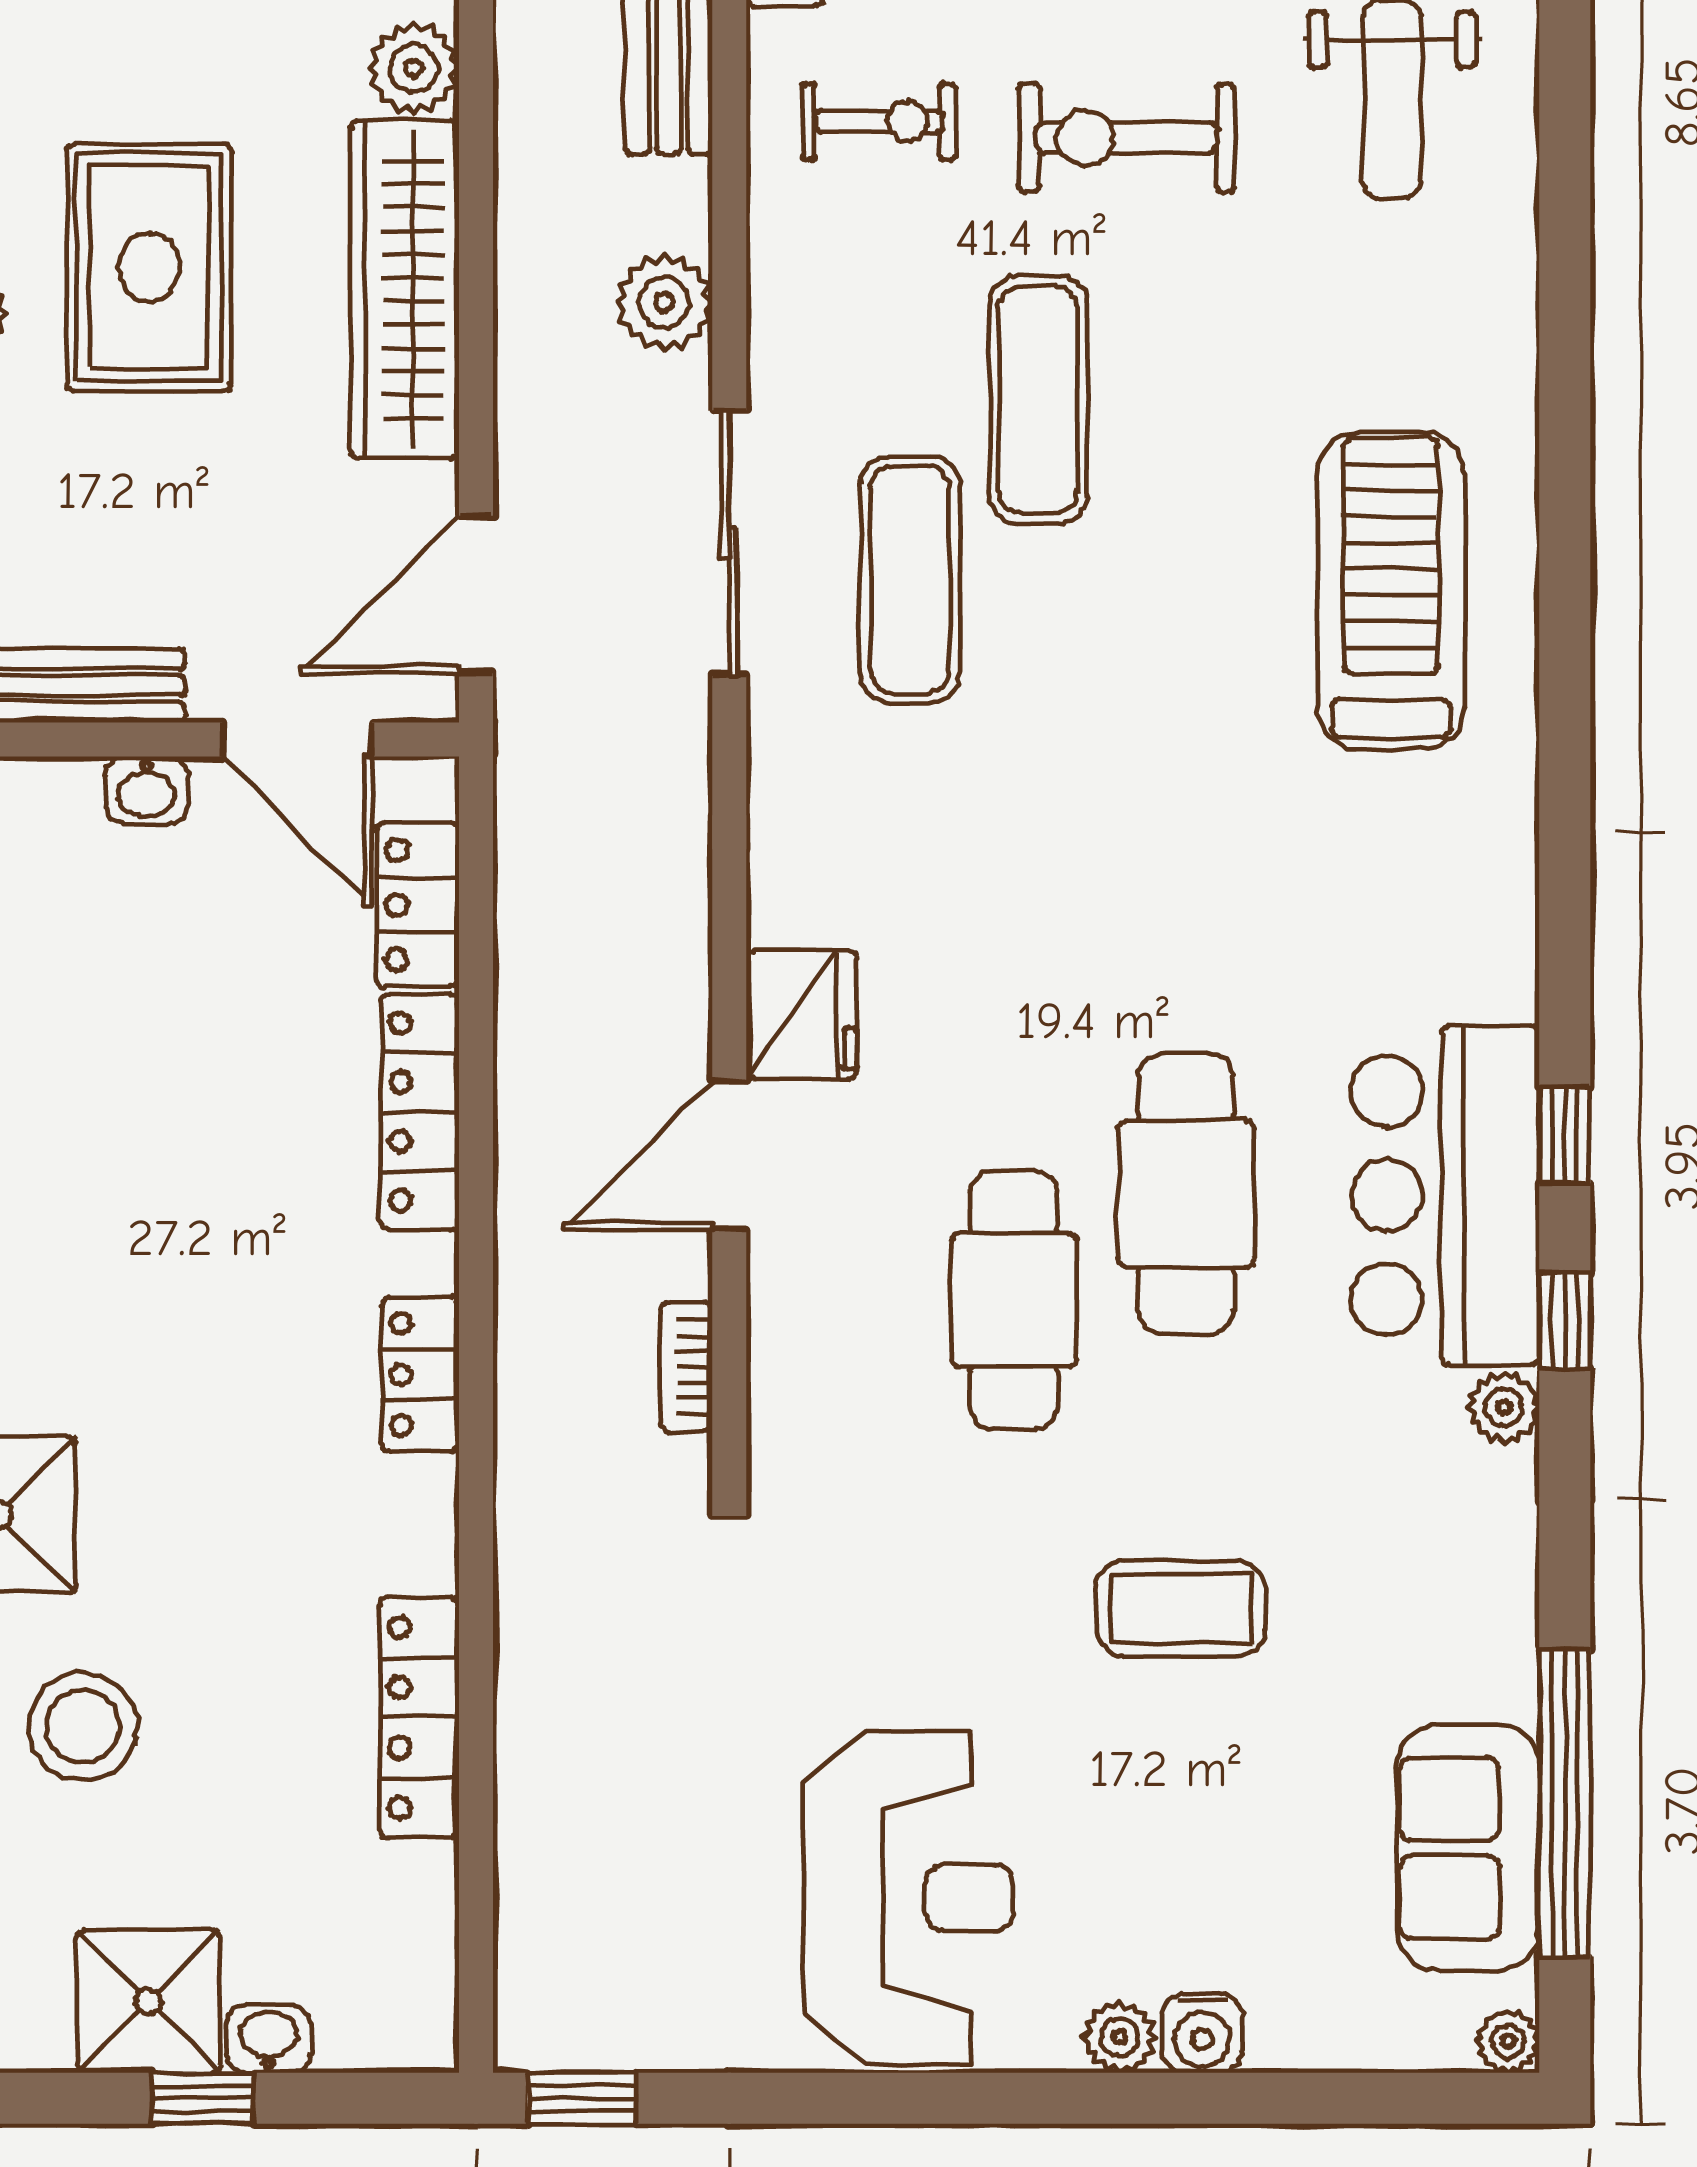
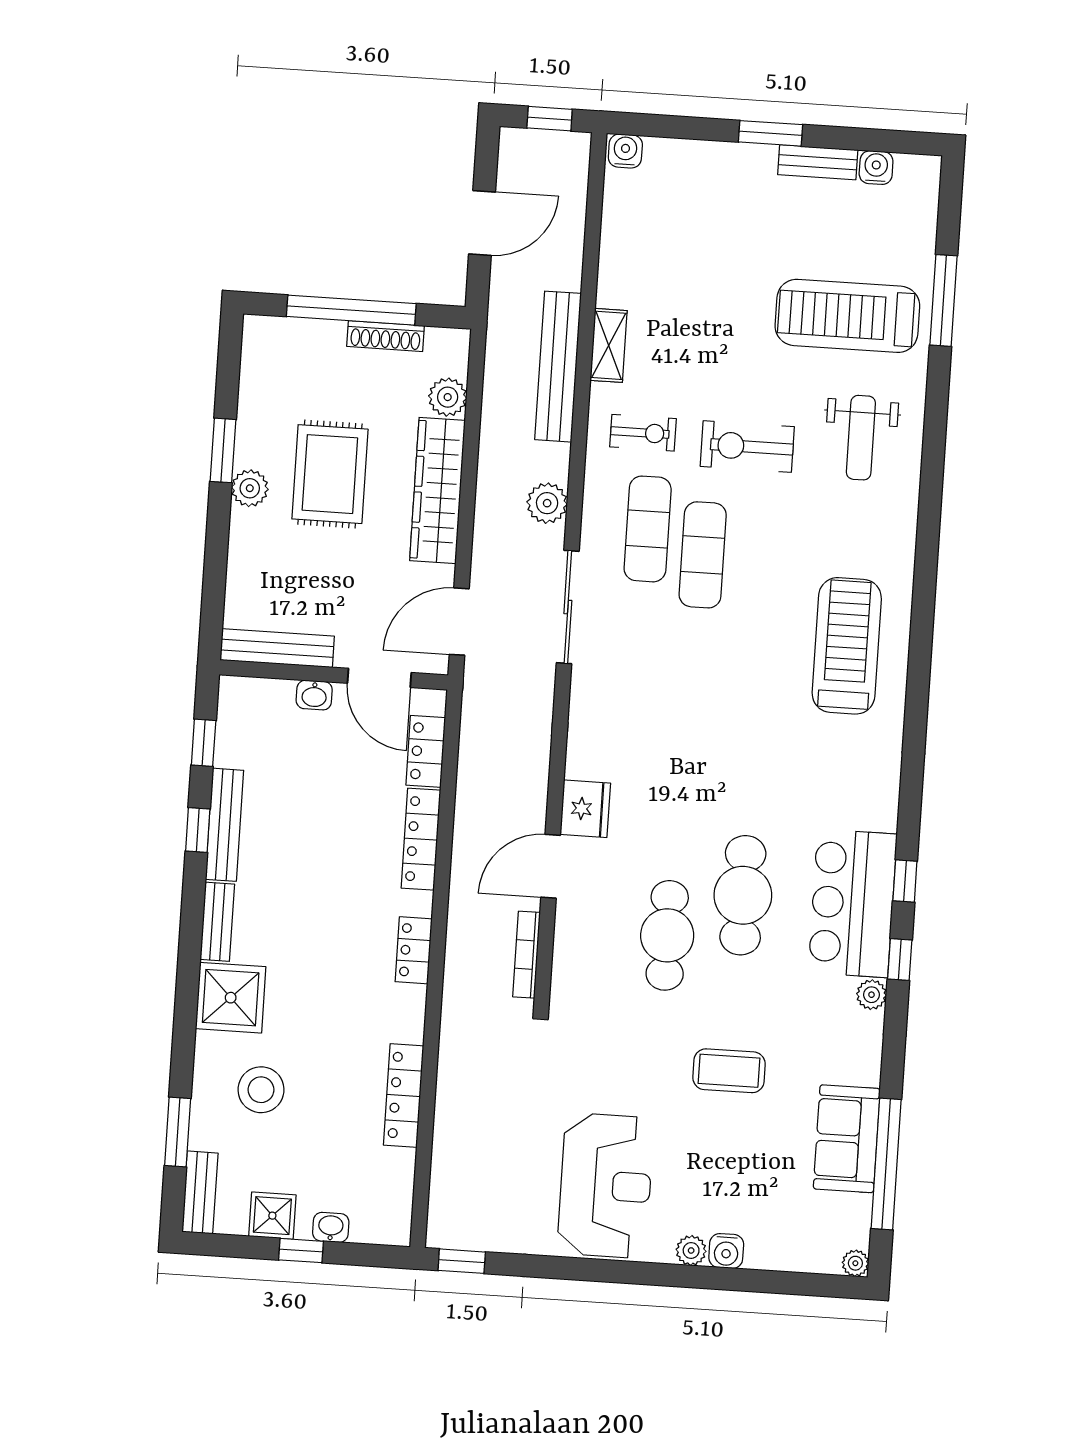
exercise mat: (910, 579) -> (648, 529), moved
bookcase: (686, 1367) -> (527, 955), width x1.56
sofa: (1468, 1848) -> (847, 1139), moved
shower: (148, 2001) -> (272, 1216), width x0.73, depth x0.73

